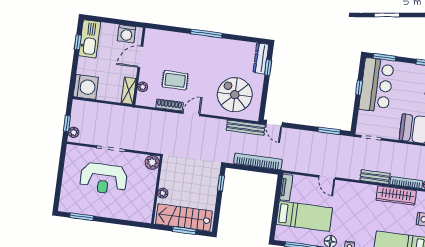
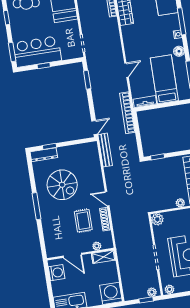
spiral stairs: (235, 95) -> (62, 185), moved, turned -90
plant: (71, 153) -> (170, 289), added
bookcase: (258, 161) -> (127, 113), moved
bench: (375, 177) -> (114, 30), removed

